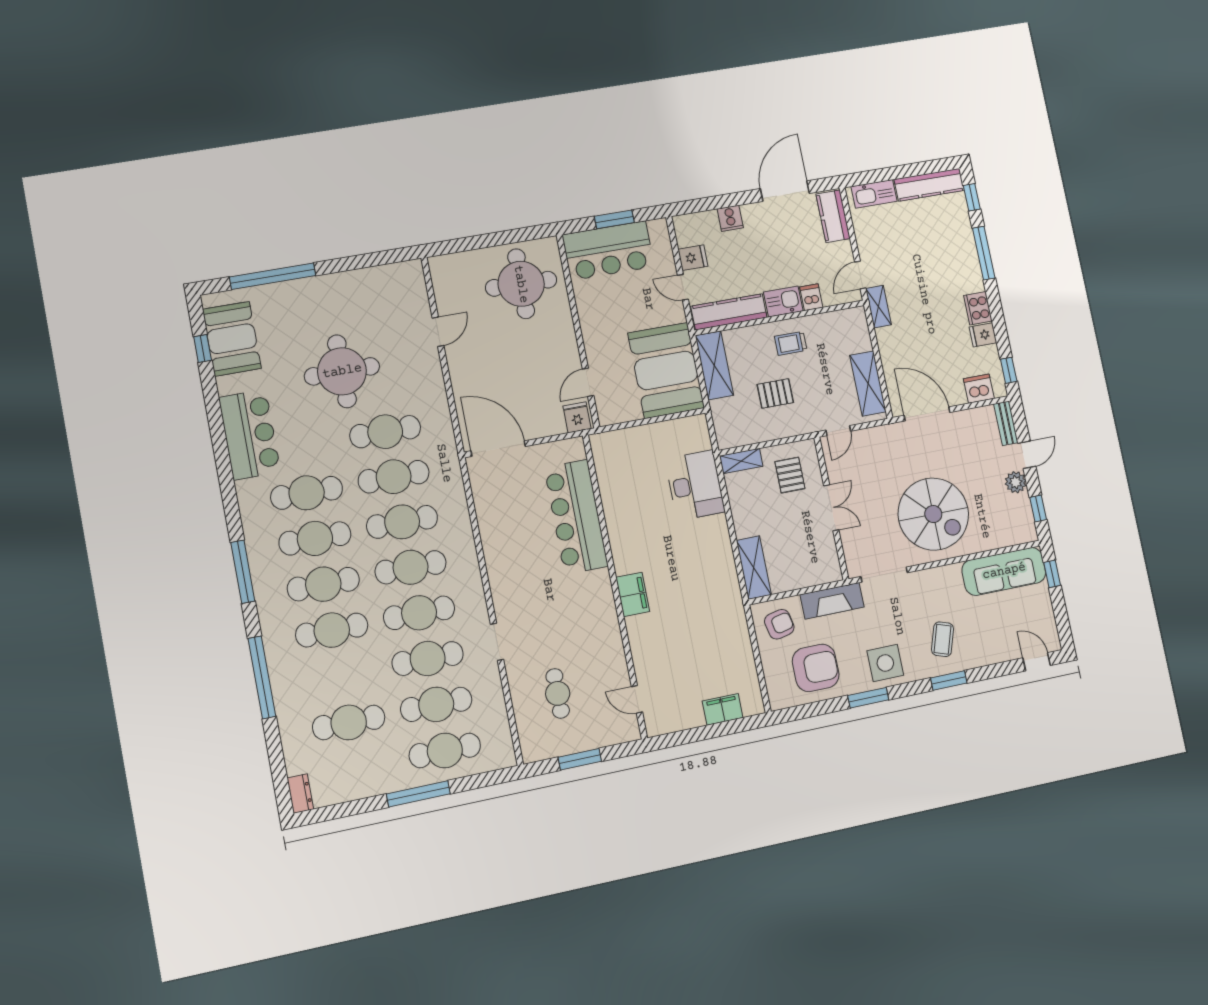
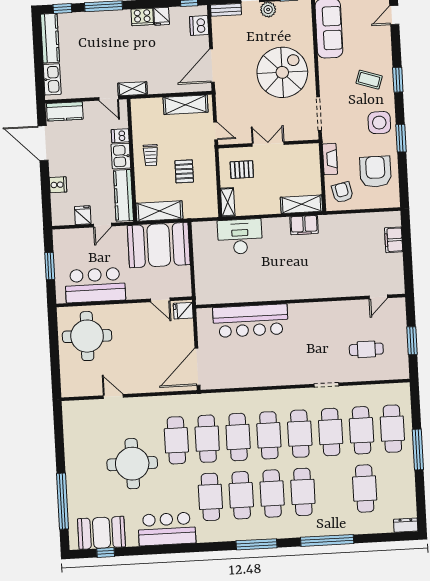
bar counter: (608, 251) -> (95, 285), moved, turned -90
filing cabinet: (633, 594) -> (304, 225), moved, turned 180
fireplace: (832, 601) -> (330, 159), width x0.73, depth x0.76

